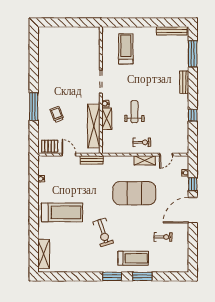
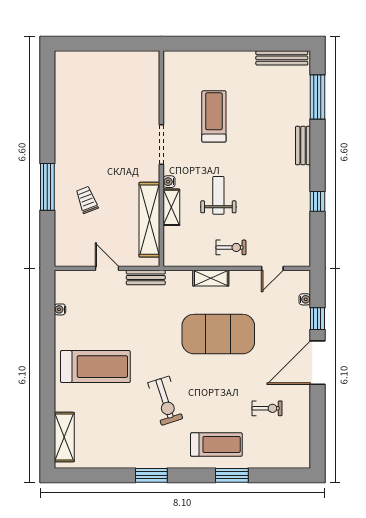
treadmill: (126, 49) -> (214, 116), moved
pallet: (50, 146) -> (74, 254), removed
shelving: (145, 160) -> (211, 278), moved
window: (112, 276) -> (151, 475), moved

